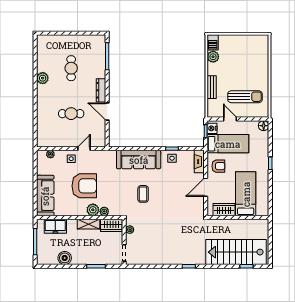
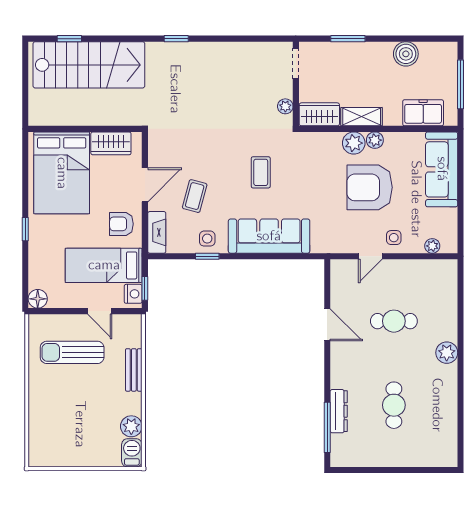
plant: (43, 78) -> (447, 353), moved
dresser: (101, 90) -> (339, 411), moved
coffee table: (179, 181) -> (195, 196), added
bed: (246, 194) -> (62, 173), width x1.50
plant: (104, 211) -> (375, 140), moved

